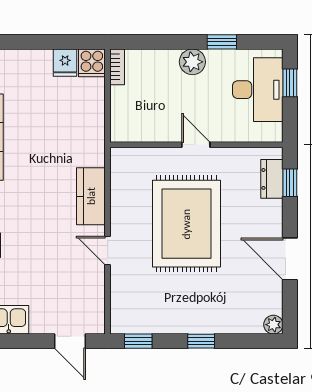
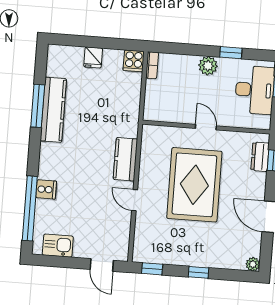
fridge: (65, 63) -> (93, 57), moved

